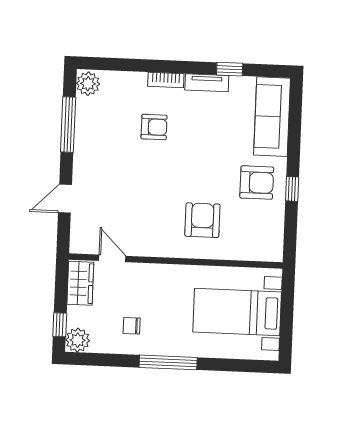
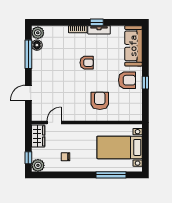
window: (230, 69) -> (97, 22), moved
floor lamp: (85, 107) -> (37, 45), added
armchair: (154, 127) -> (87, 63), moved
door: (112, 258) -> (54, 122), hinge flipped
window: (168, 362) -> (111, 175), moved

